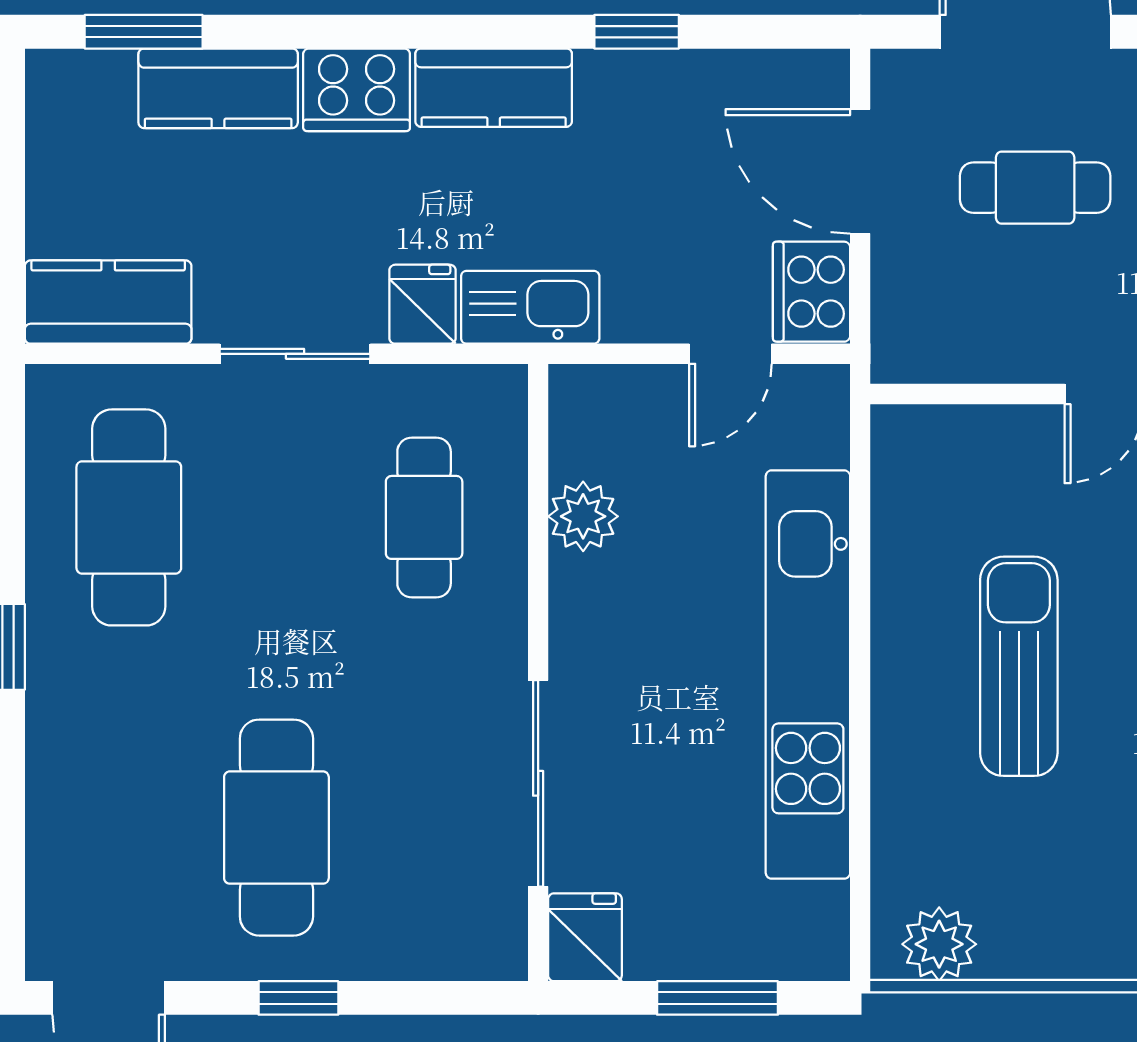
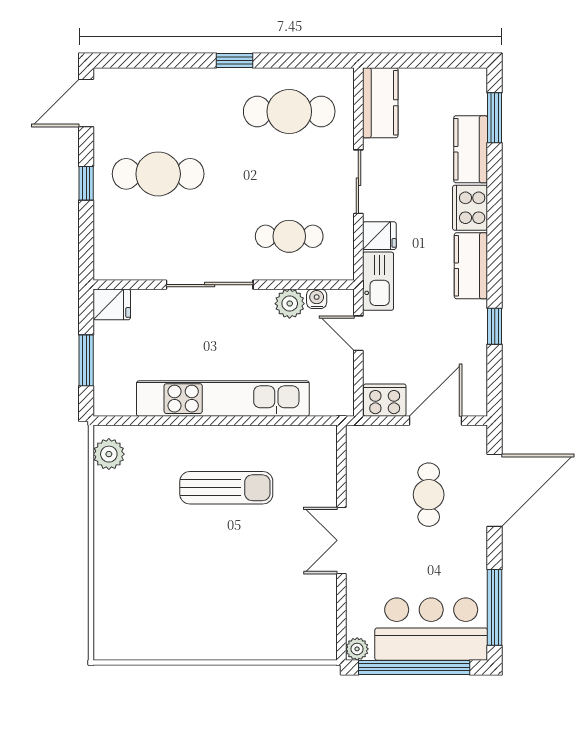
door: (730, 354) -> (358, 333), moved
water cooler: (572, 453) -> (317, 299), added
sliding door: (538, 783) -> (210, 285), moved

